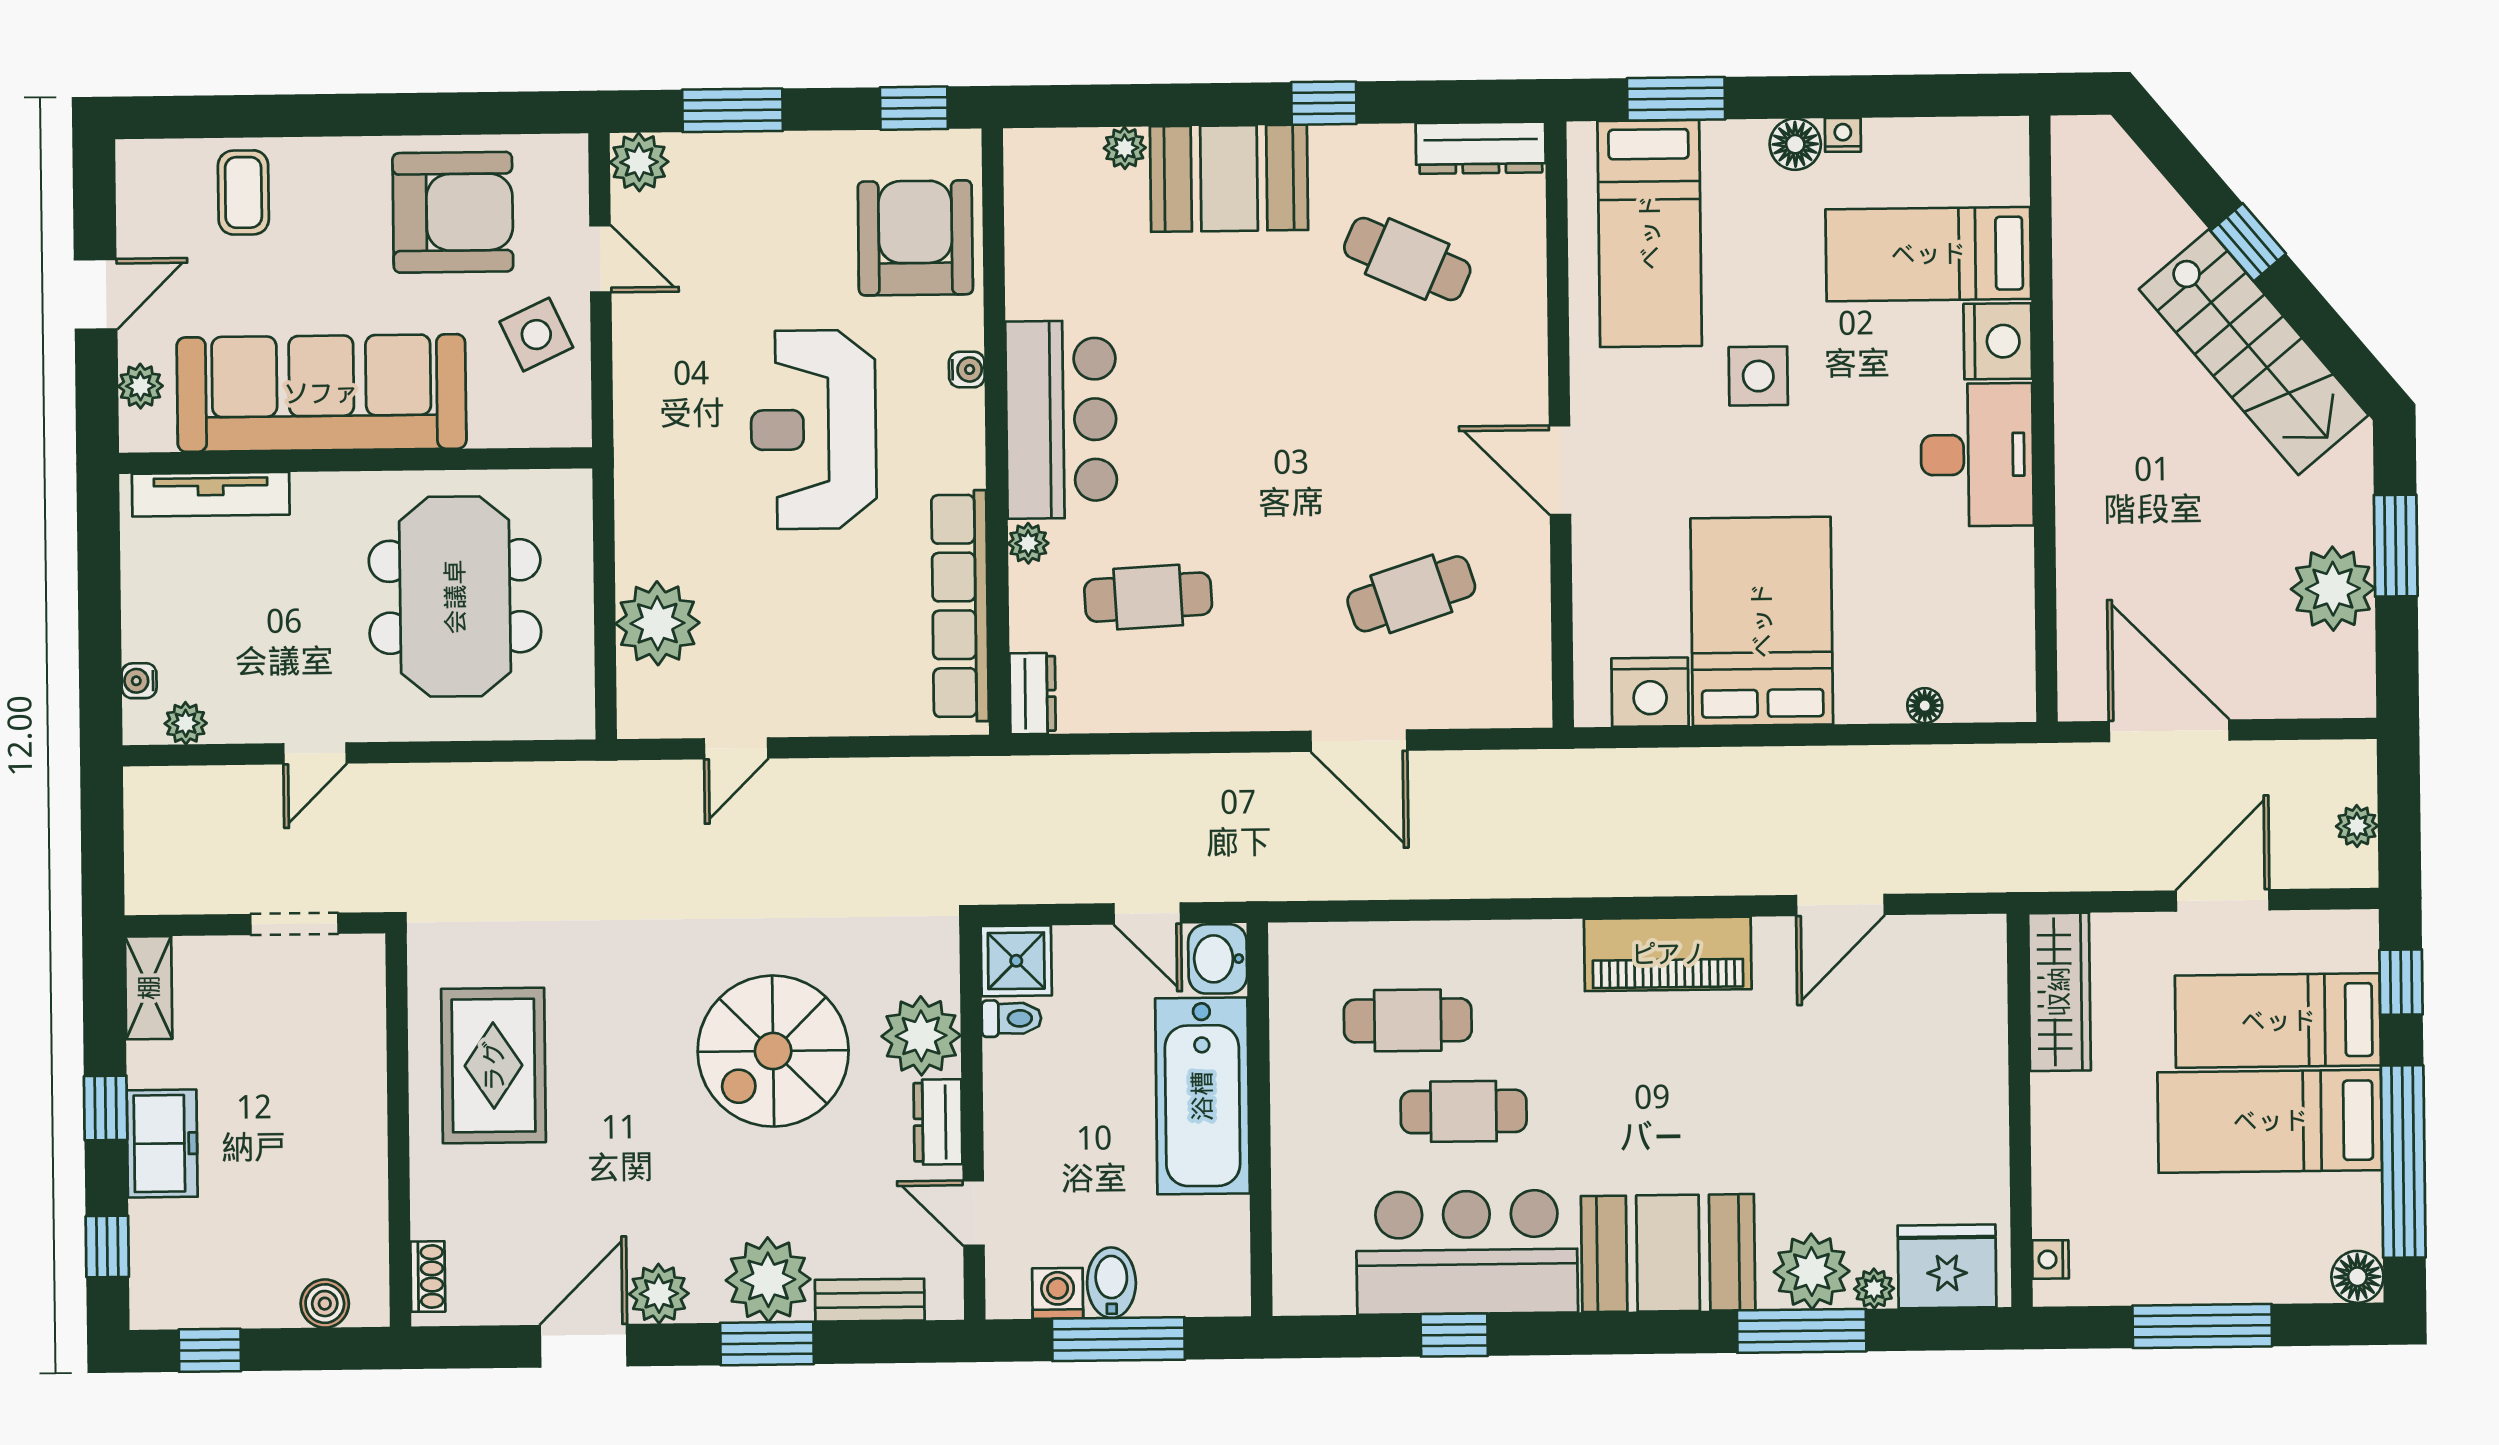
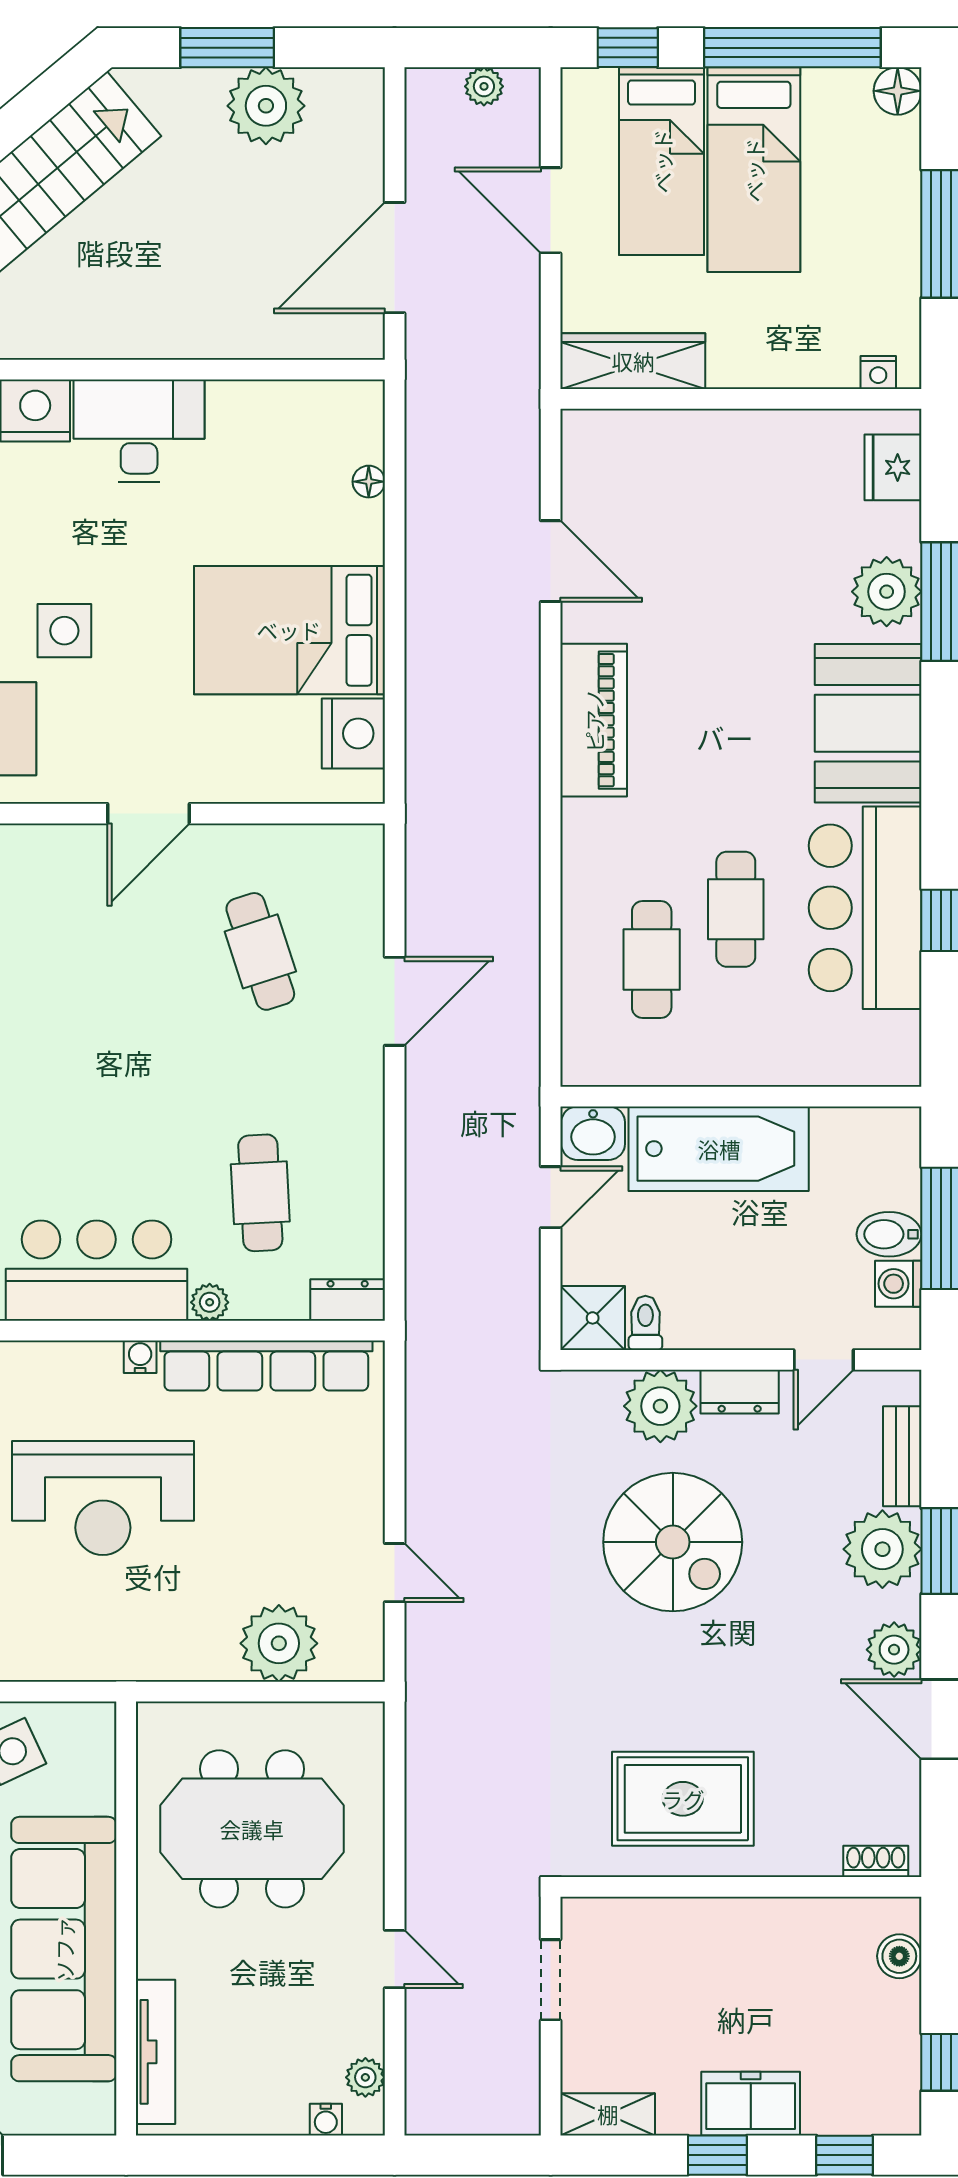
water cooler: (967, 370) -> (140, 1357), moved
plant: (140, 386) -> (55, 2115), removed
fridge: (1947, 1266) -> (893, 467), width x0.73, depth x0.75
plant: (1874, 1289) -> (903, 535), removed

